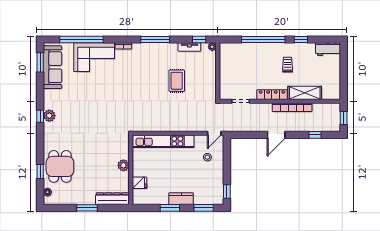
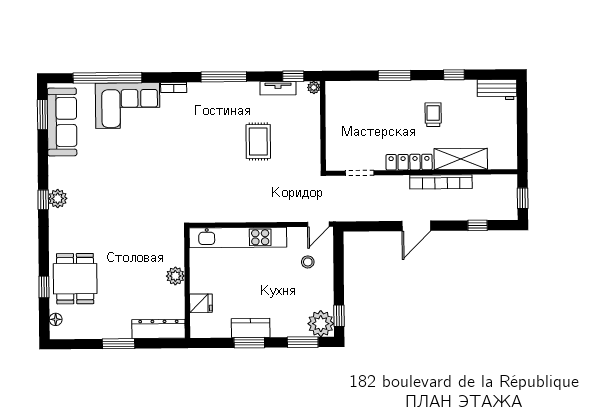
window: (263, 39) -> (395, 75), width x0.47
plant: (215, 196) -> (321, 324), added
kitchen counter: (181, 199) -> (251, 328), moved

